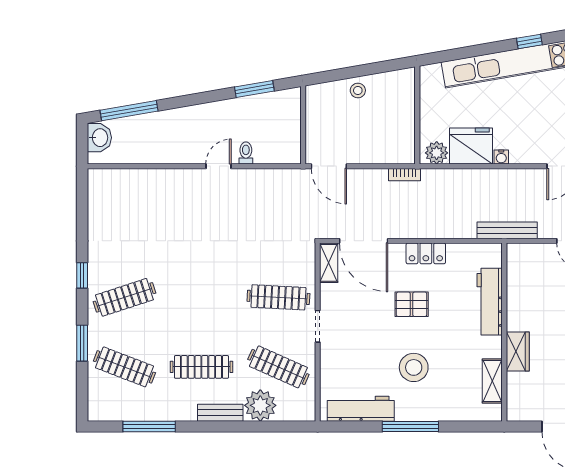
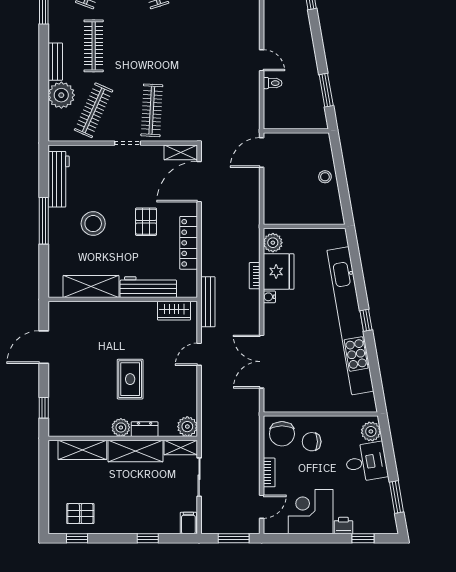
bookcase: (404, 175) -> (255, 276), moved
locker: (426, 253) -> (189, 243), width x1.53
wardrobe: (518, 351) -> (174, 311), moved
shelving: (492, 381) -> (91, 287), width x1.50, depth x1.33

